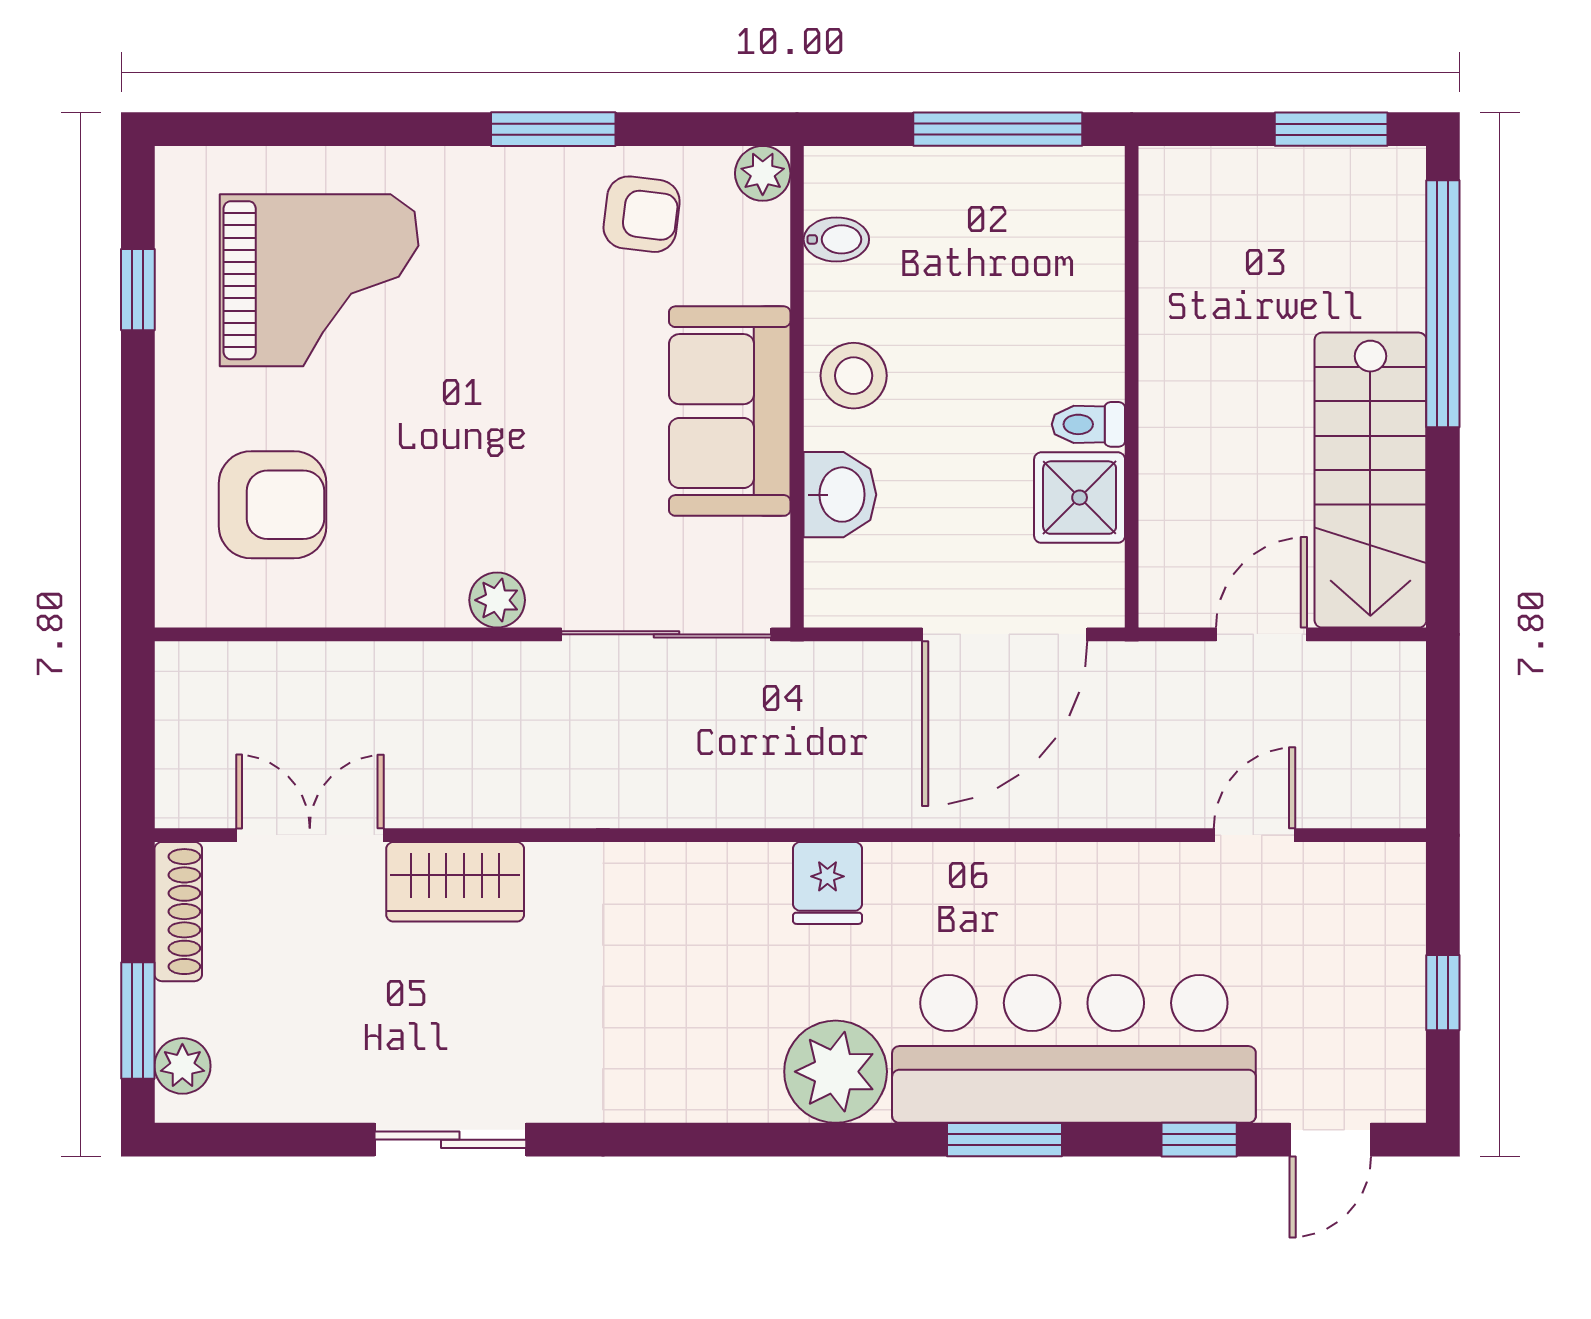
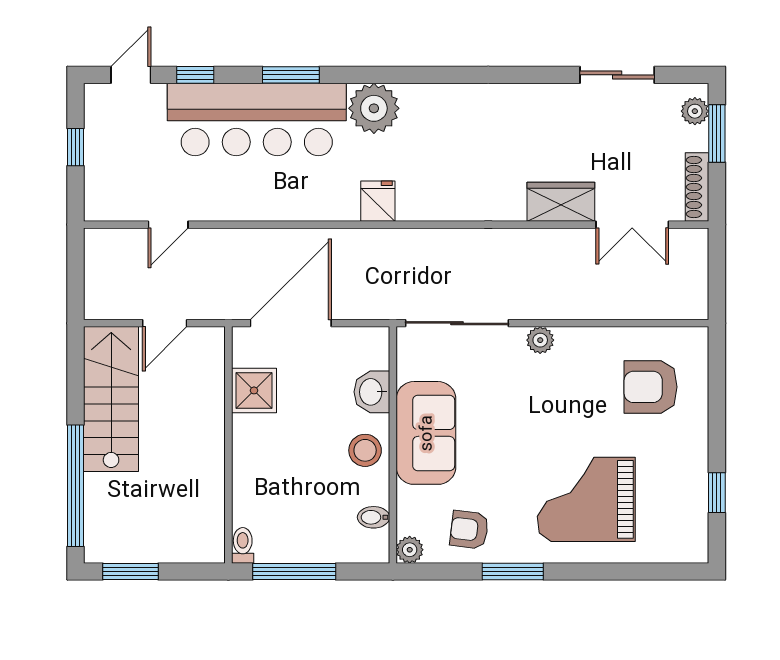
grand piano: (319, 280) -> (586, 499), moved
toilet: (1088, 424) -> (243, 545), moved, turned -90
sliding door: (450, 1140) -> (617, 75), moved

